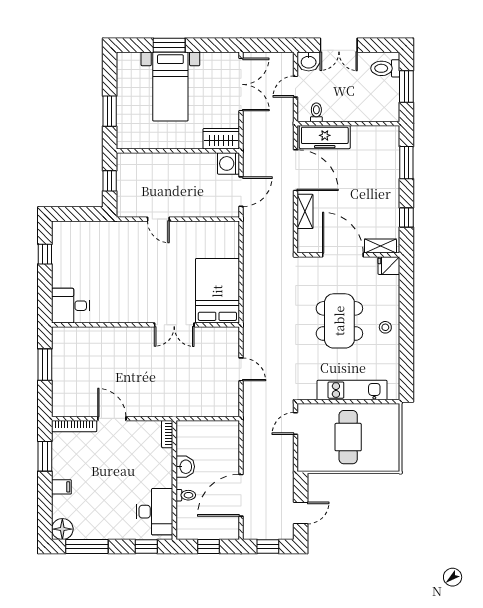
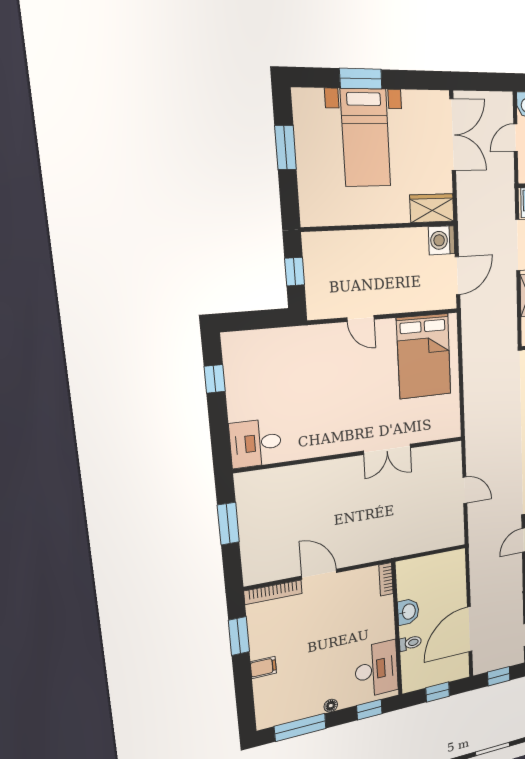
window: (110, 111) -> (286, 147), moved
bed: (217, 291) -> (424, 356), moved, turned 180
floor lamp: (62, 529) -> (331, 706), moved, width x0.53, depth x0.53

